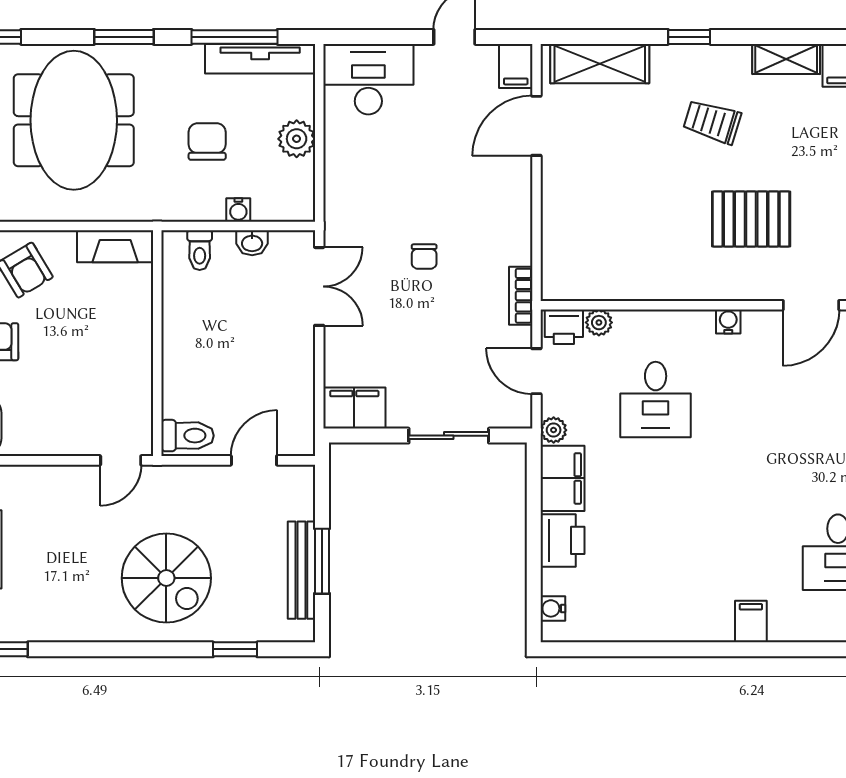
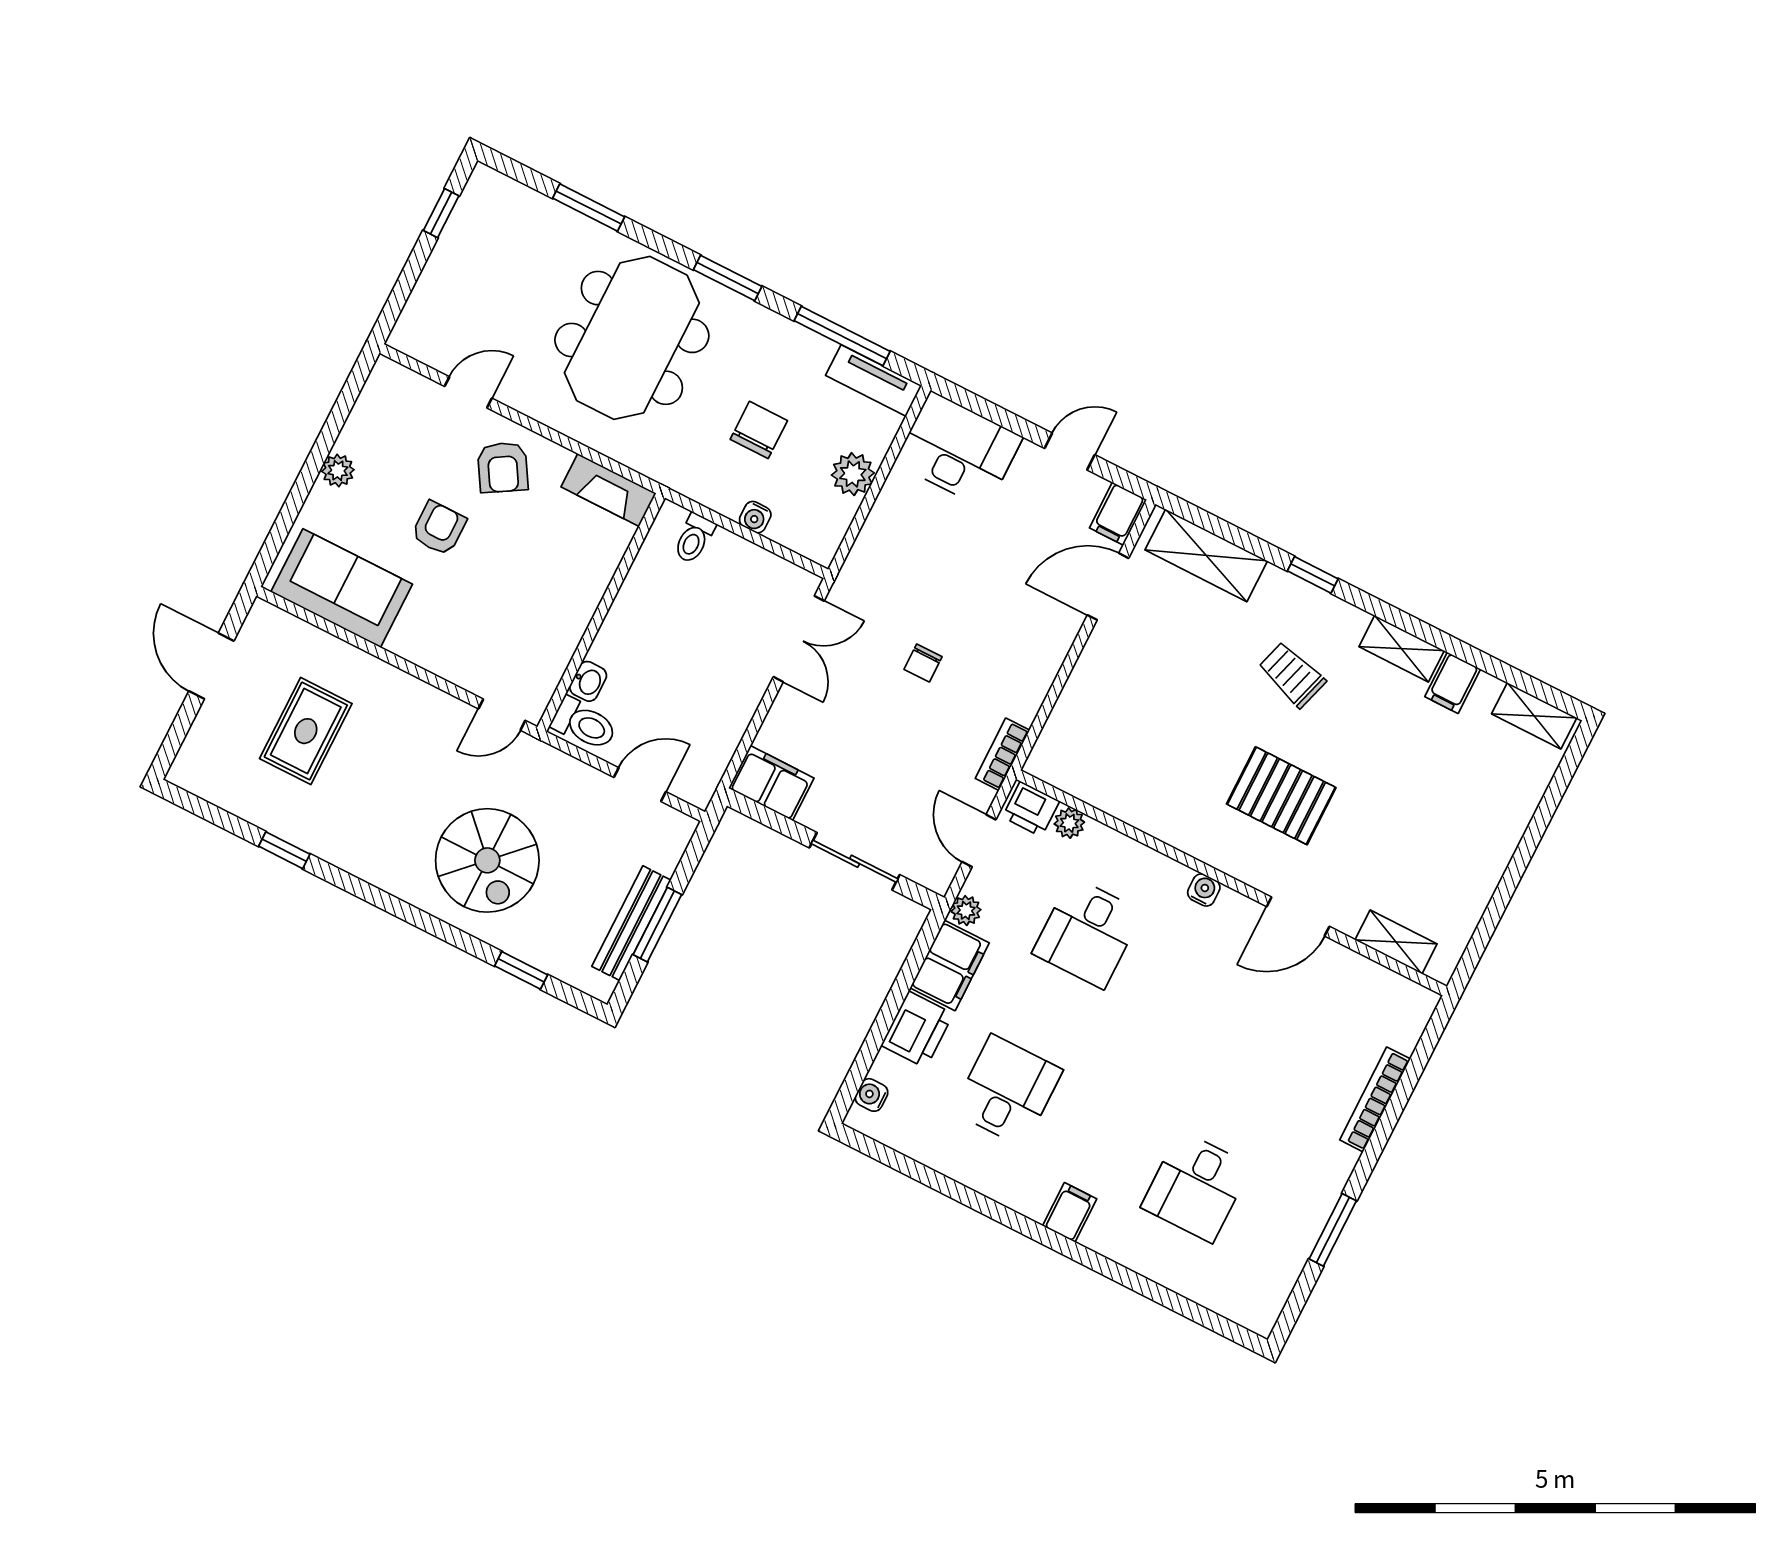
tv unit: (260, 59) -> (874, 380), width x0.71
washbasin: (252, 243) -> (588, 681), moved, turned -90
desk: (656, 552) -> (1007, 1091), added

